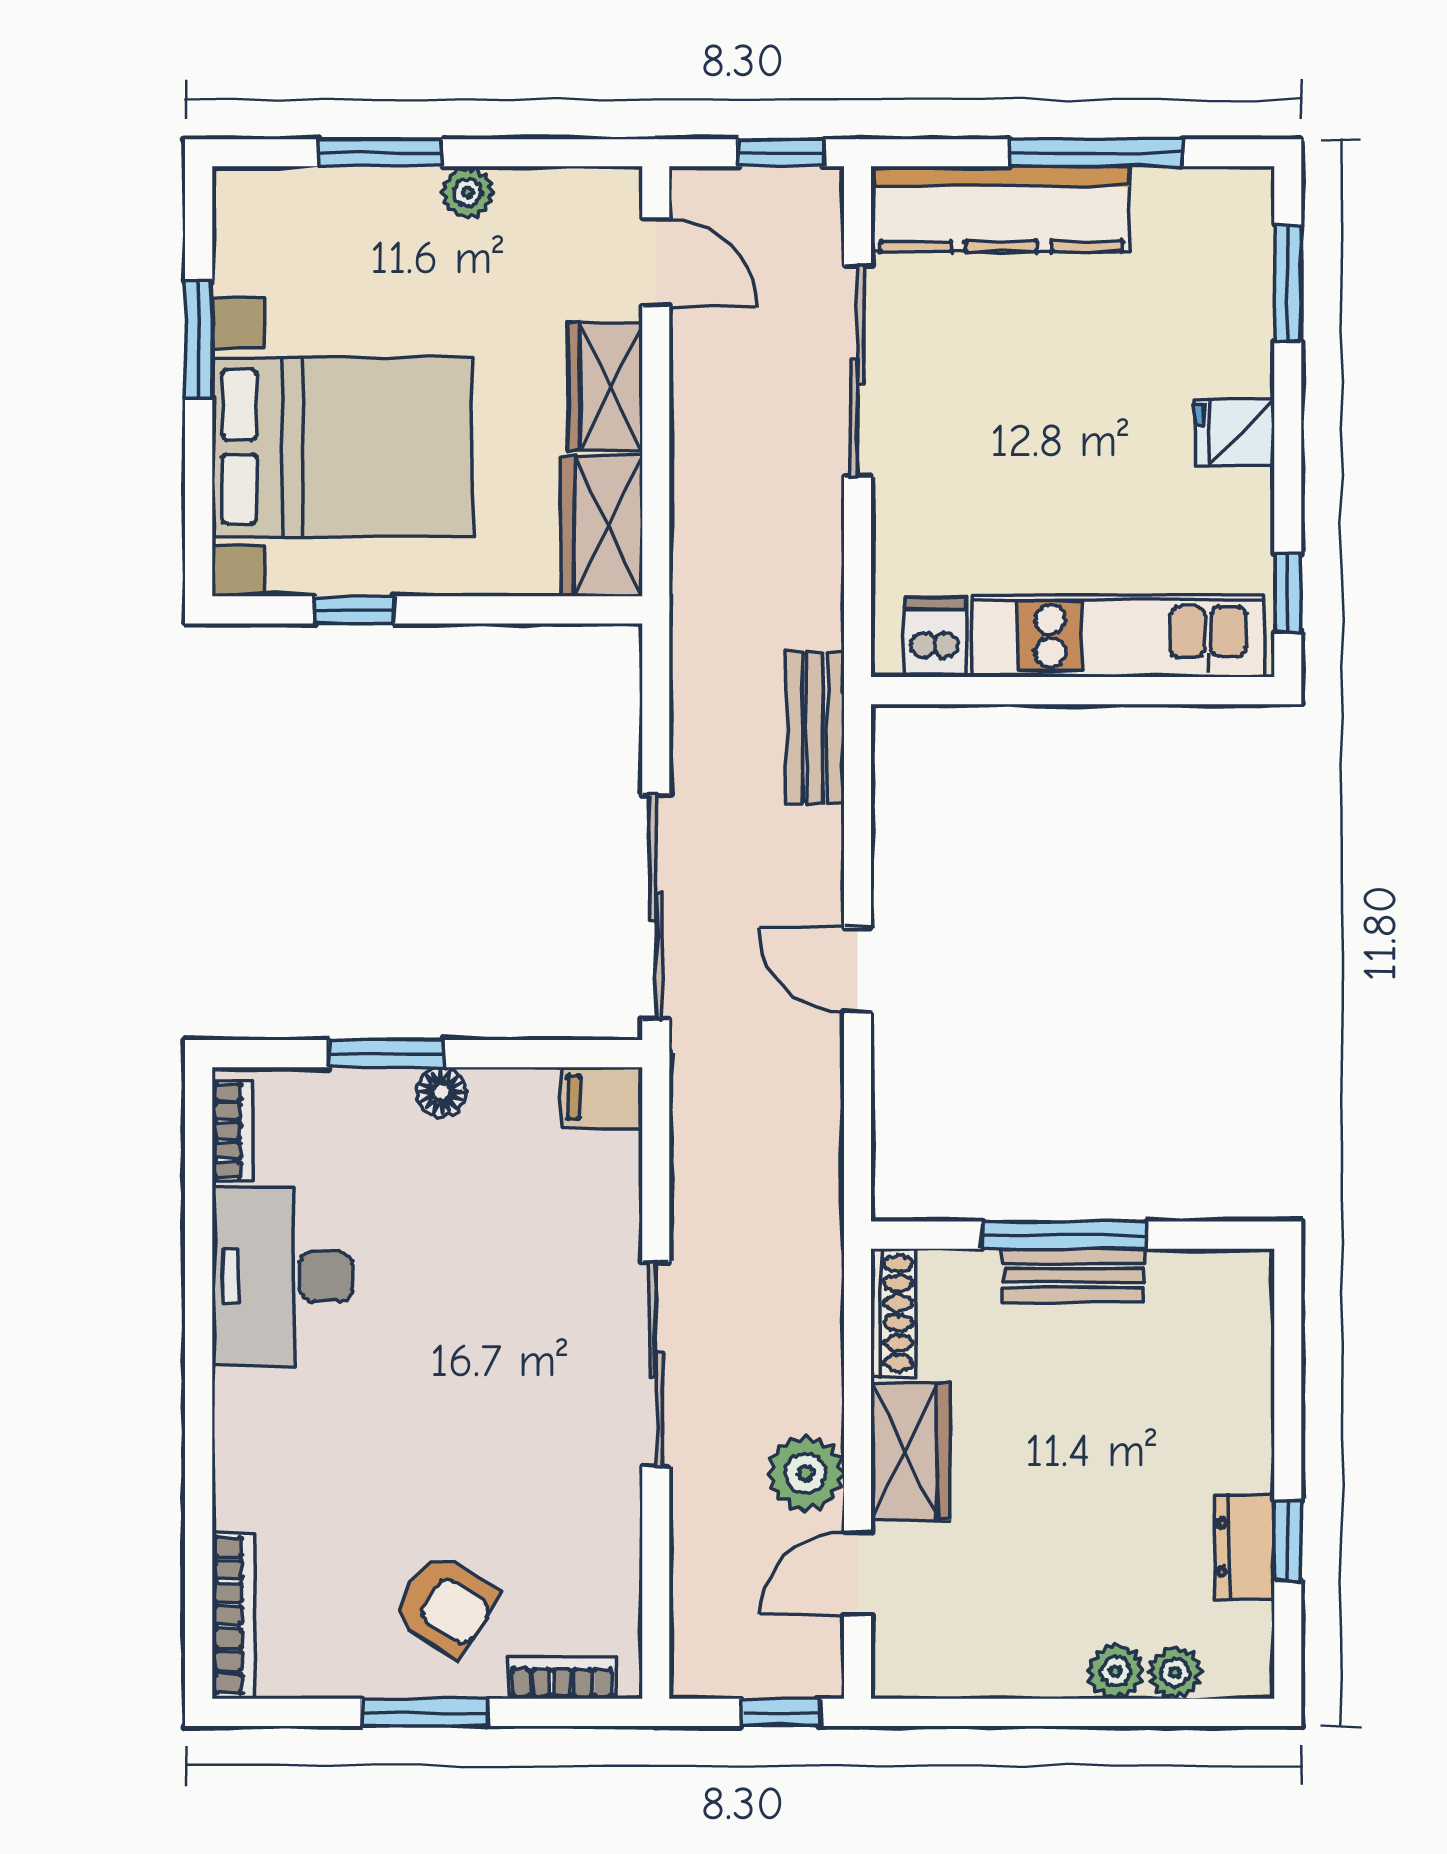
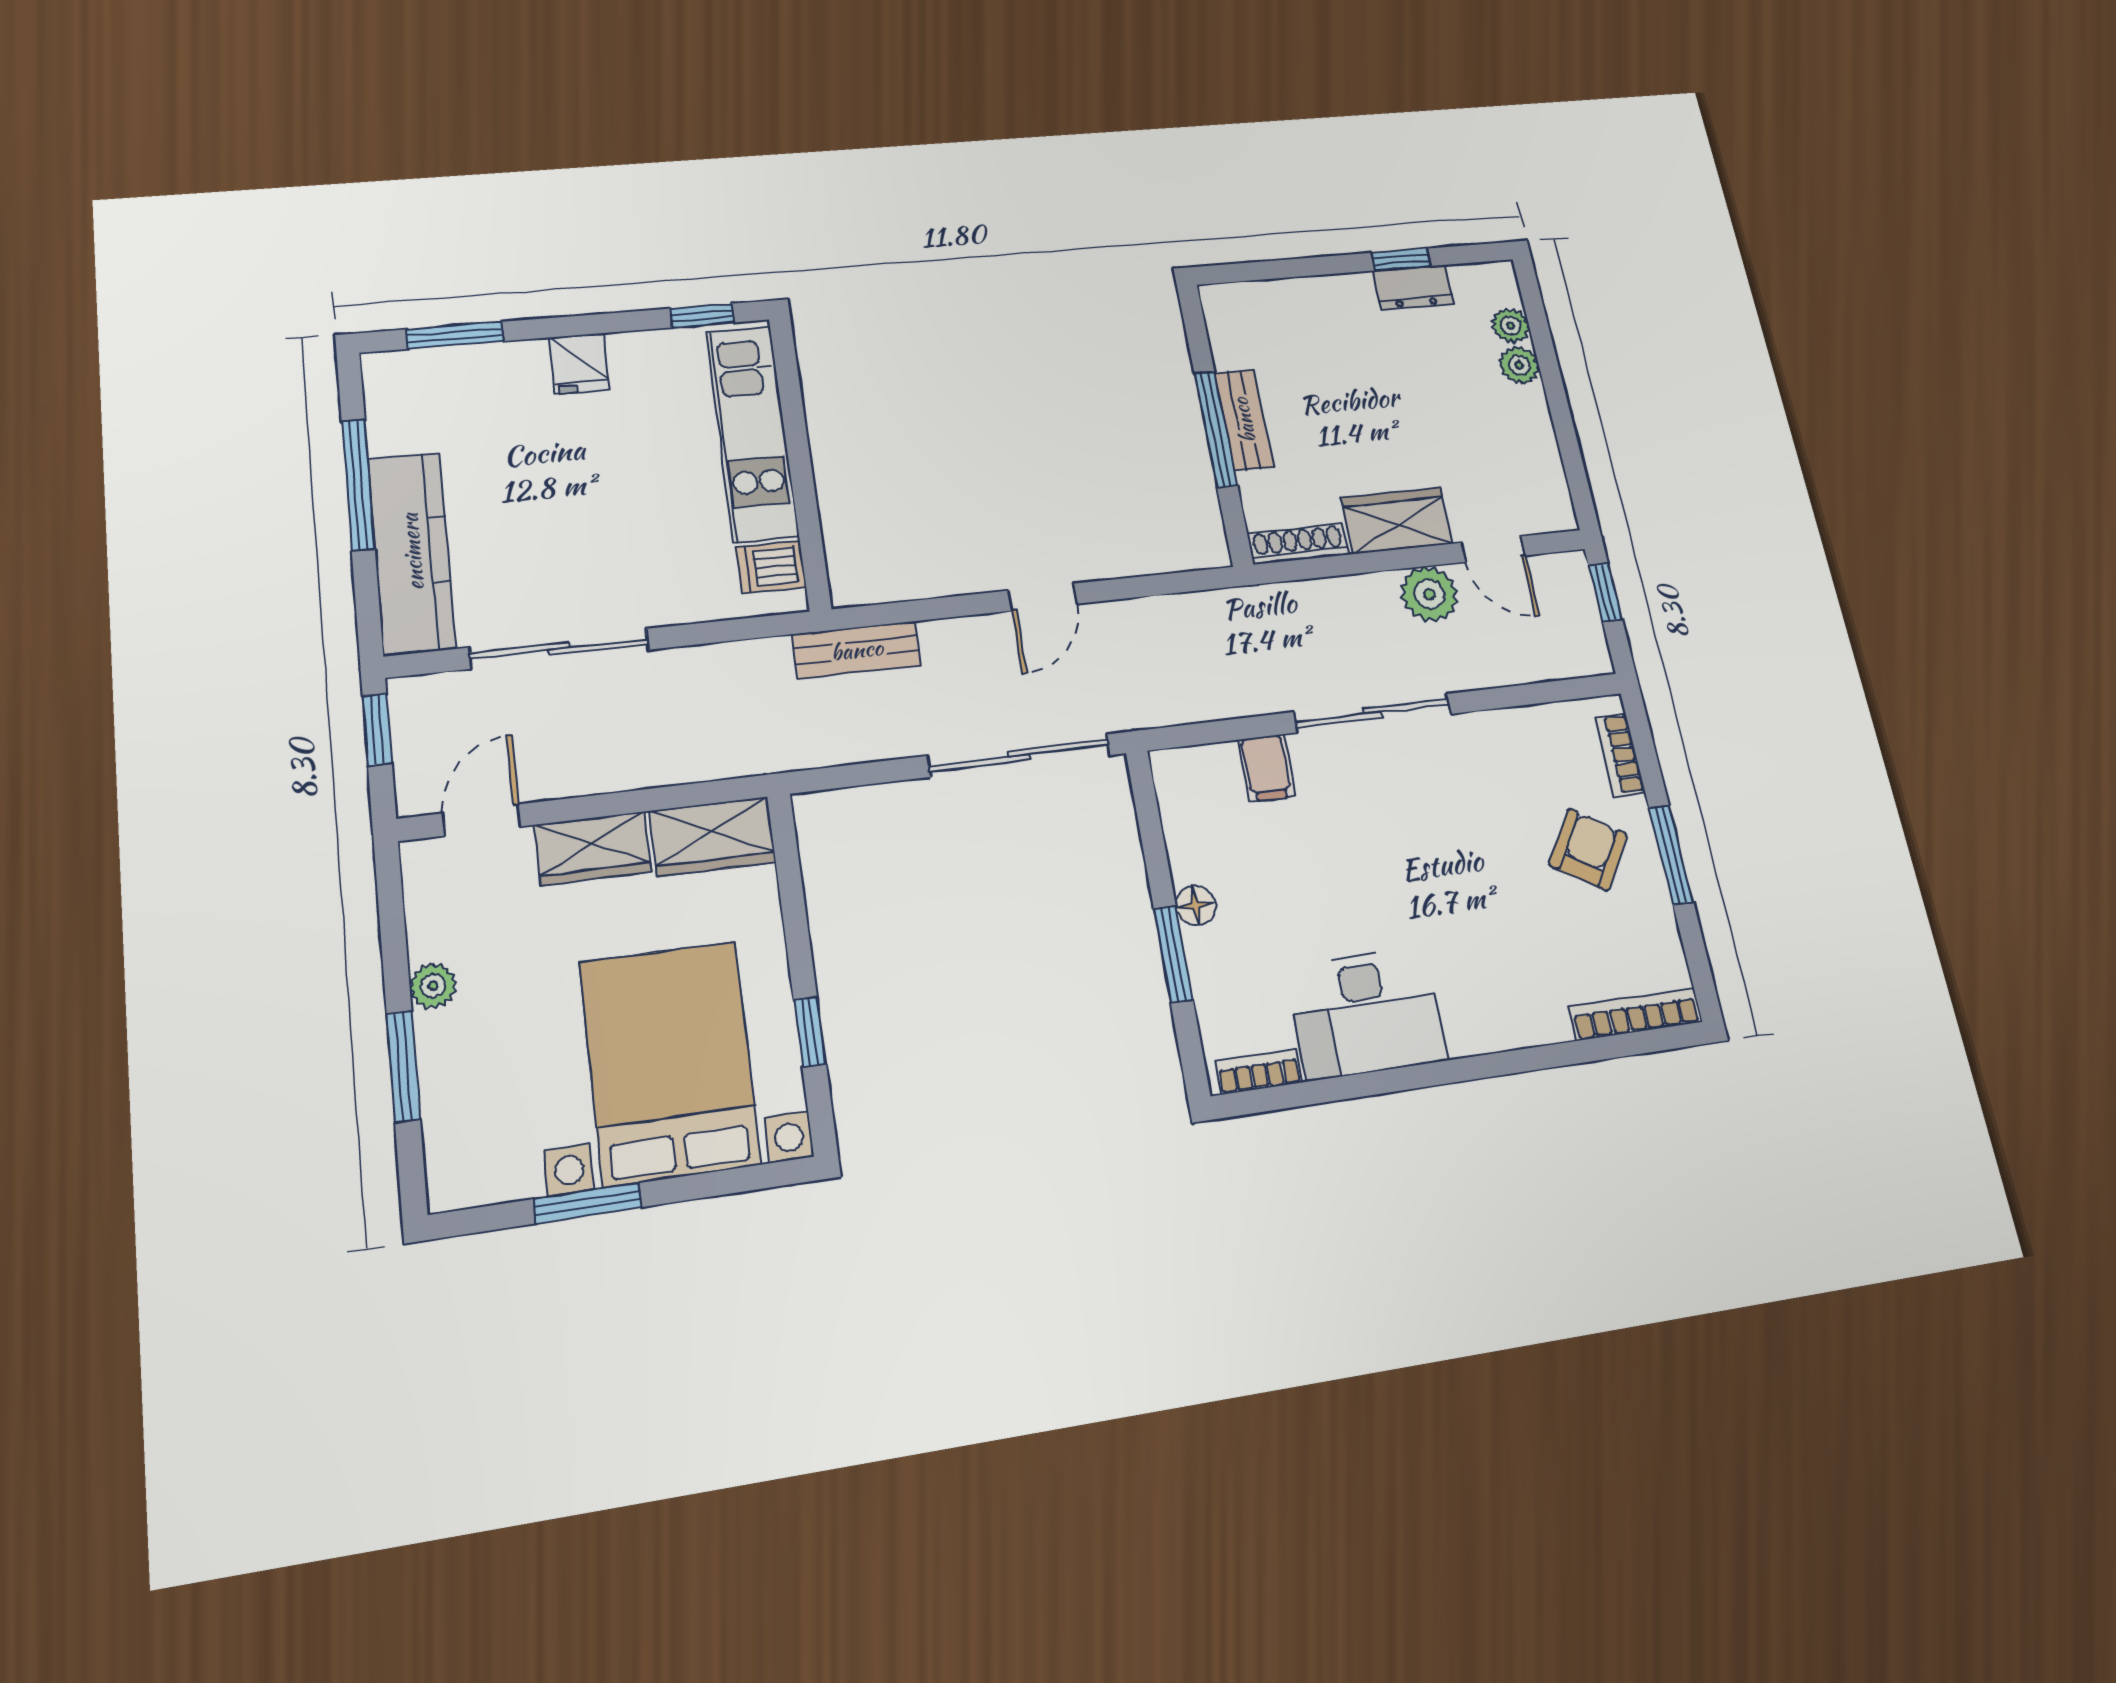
filing cabinet: (602, 1097) -> (1267, 768), moved

